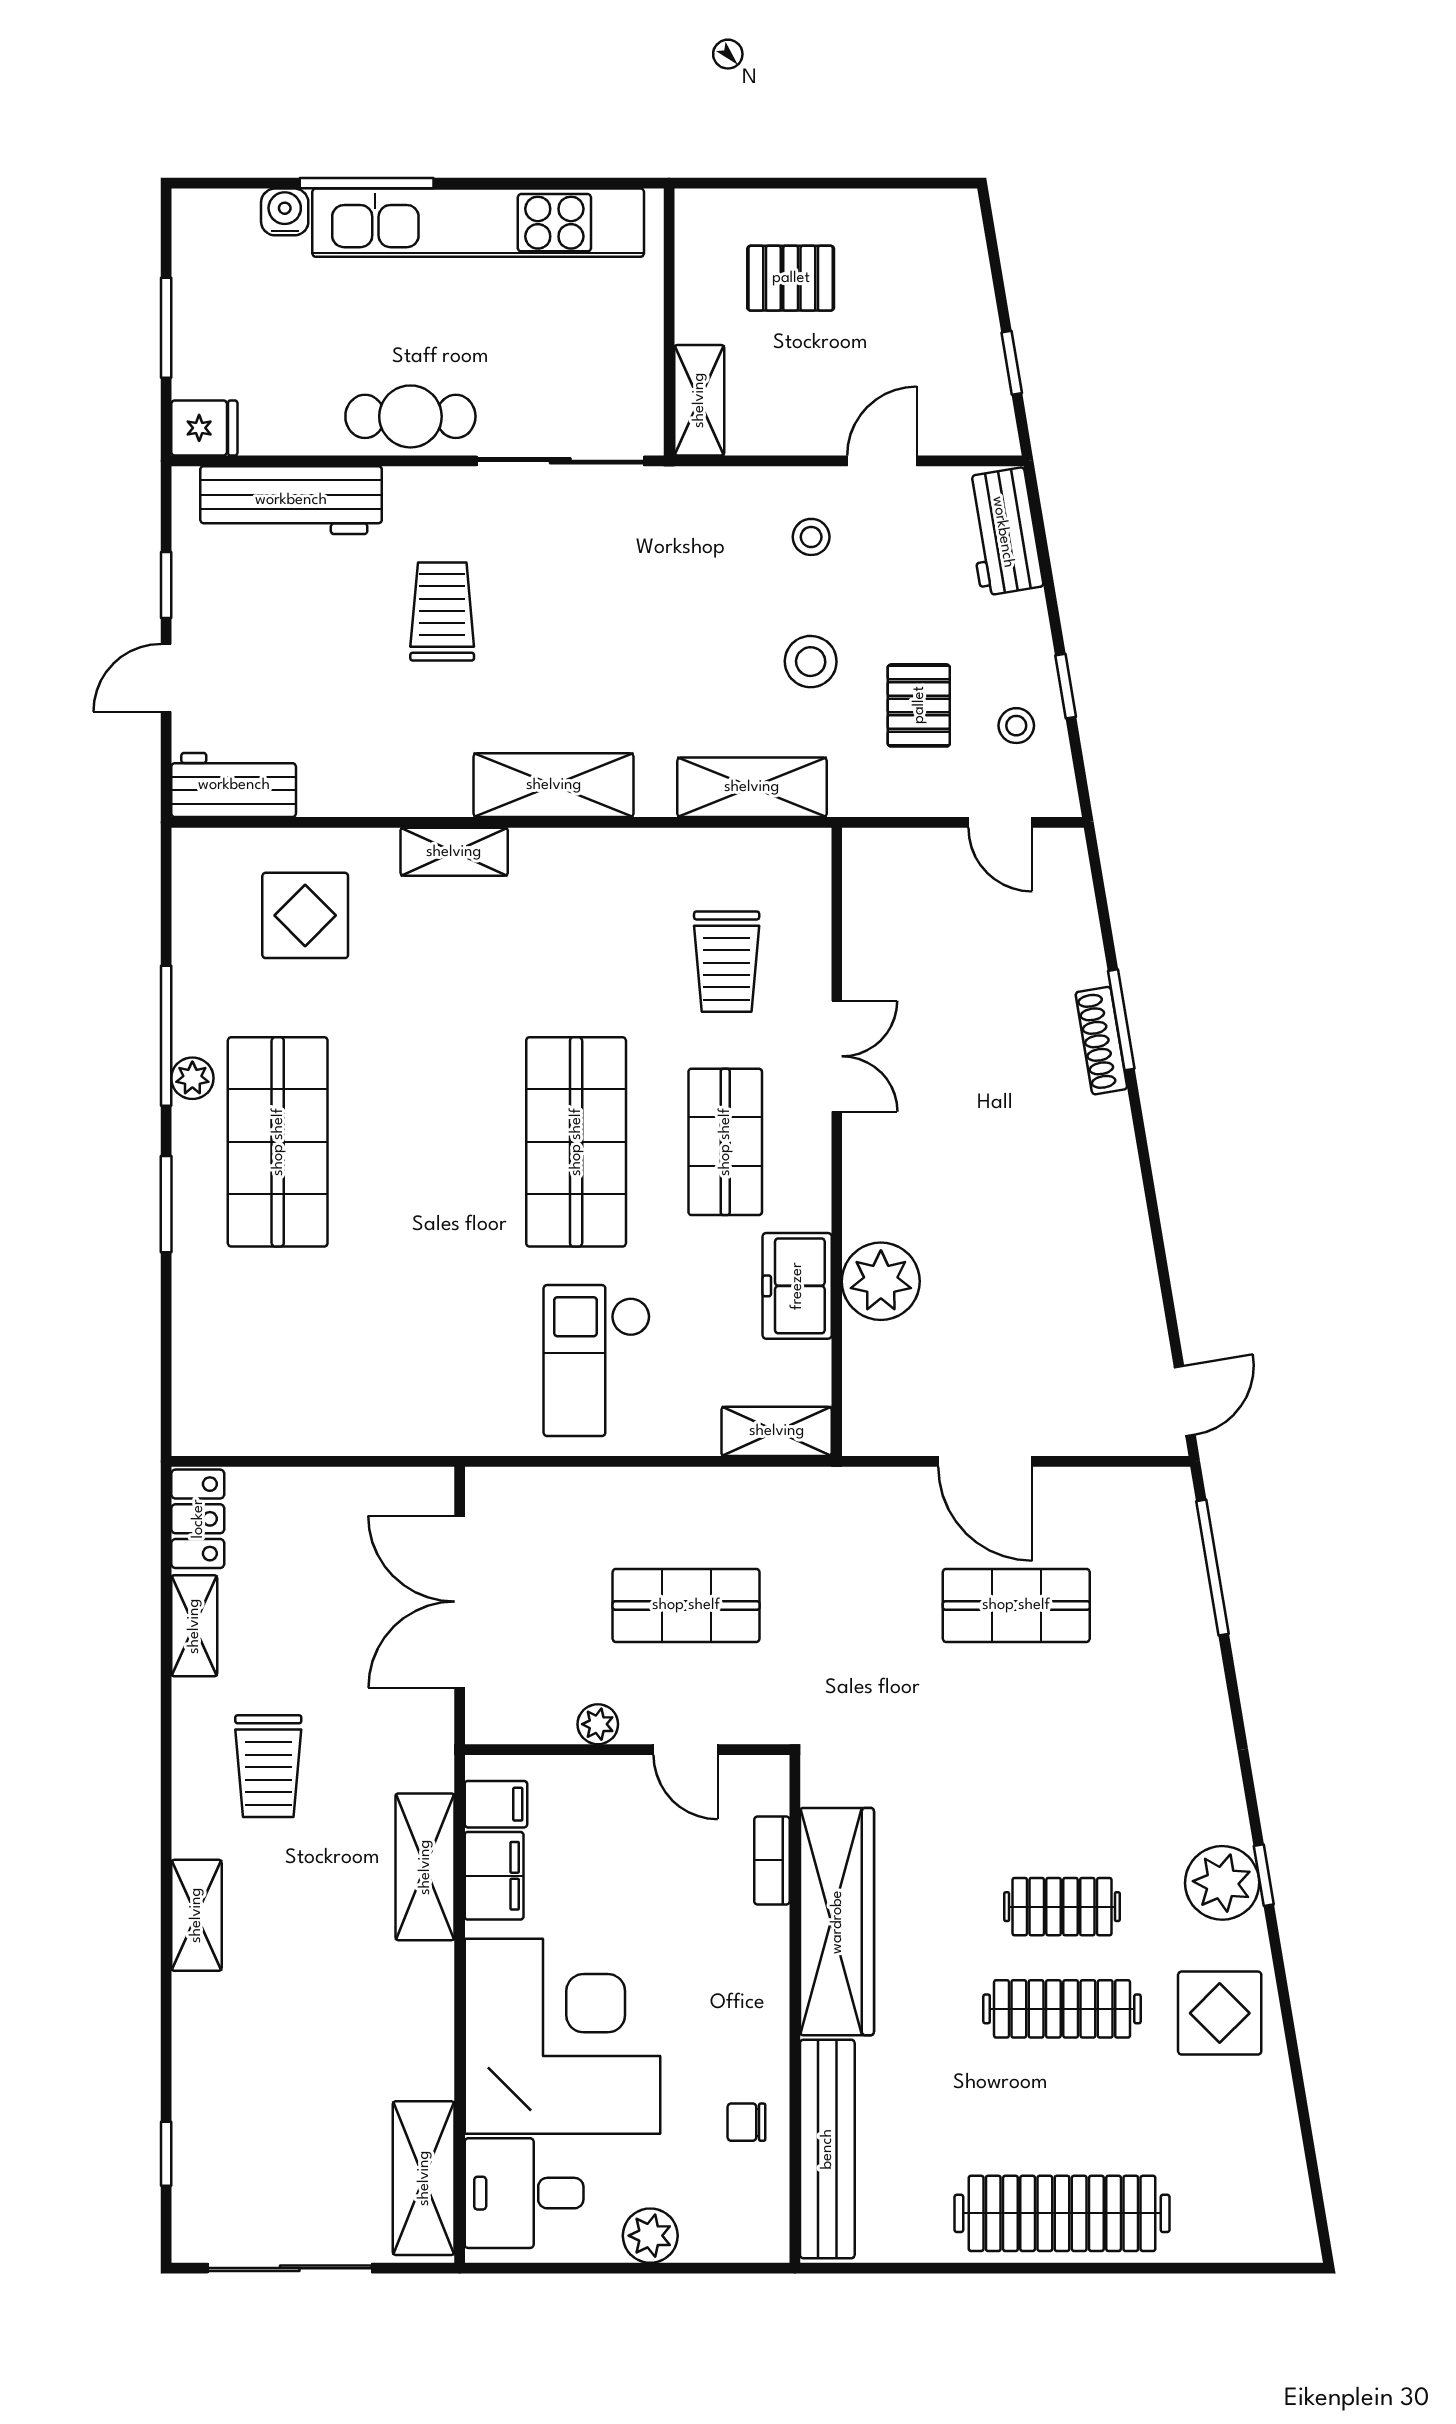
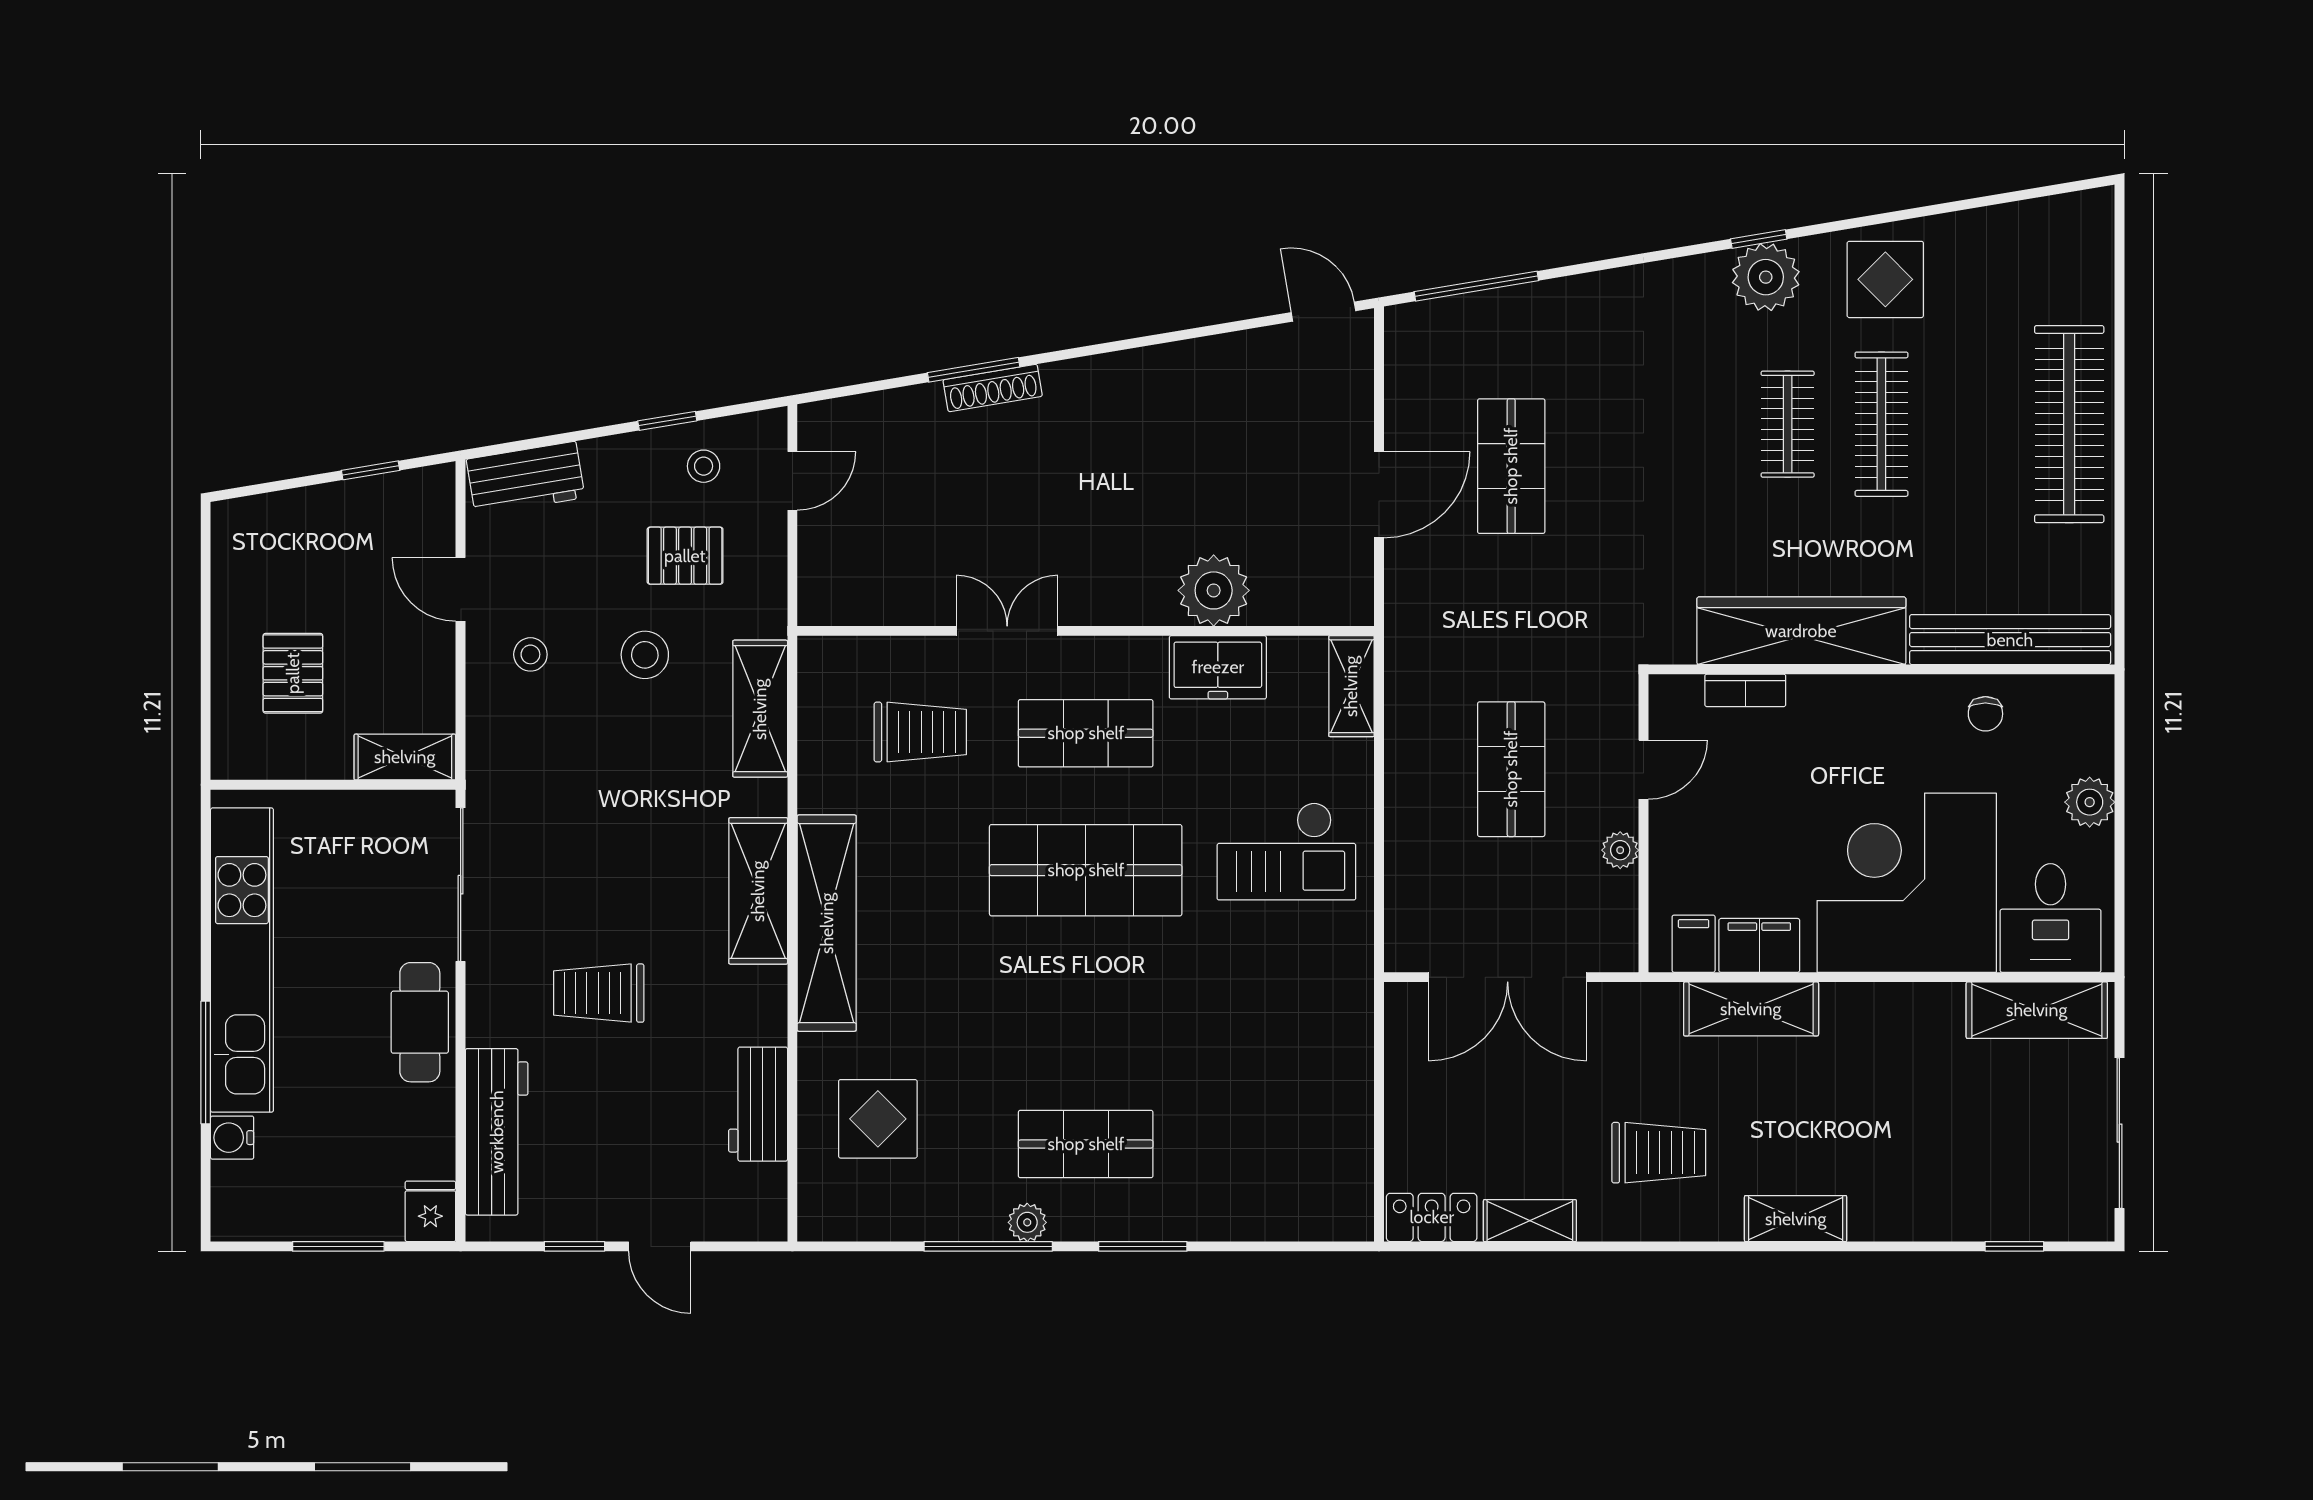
workbench: (234, 785) -> (758, 1104), moved
shelving: (454, 852) -> (827, 923), width x2.20, depth x1.33
shop shelf: (278, 1142) -> (1086, 1144), width x0.70, depth x0.74

